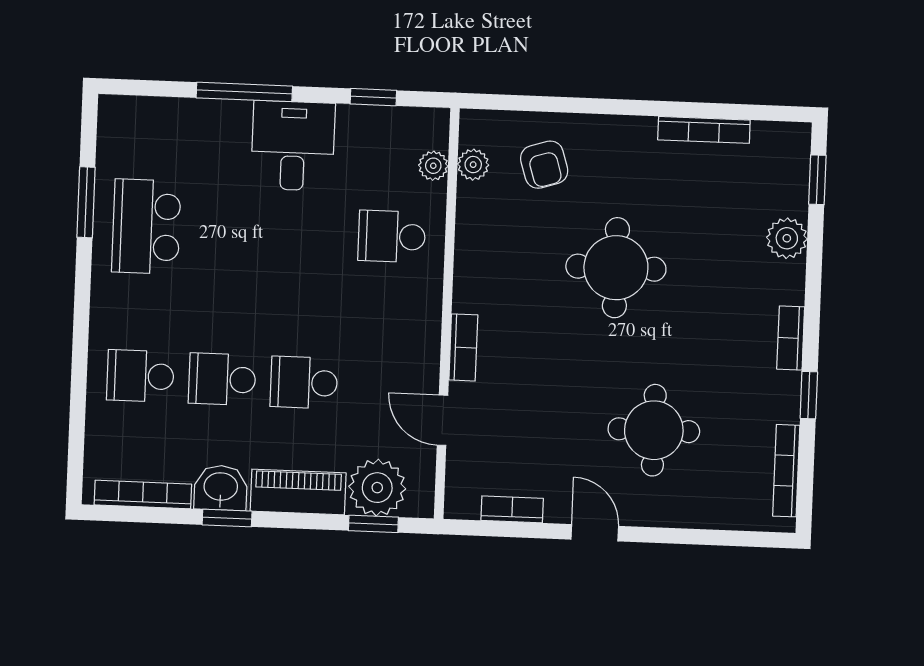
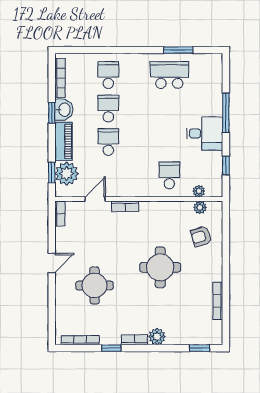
plant: (787, 238) -> (157, 337), moved
bookcase: (512, 509) -> (60, 214), moved

